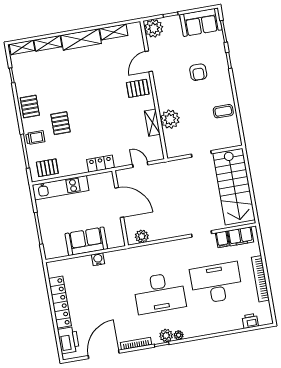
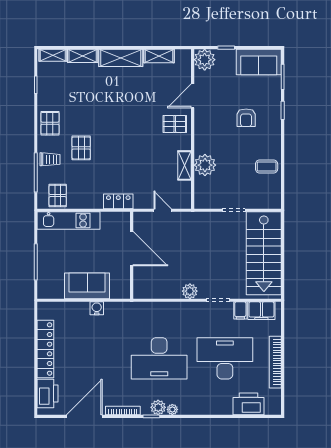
pallet: (47, 168) -> (58, 196), turned 90
plant: (142, 236) -> (190, 291), moved
printer: (250, 321) -> (248, 404), width x1.87, depth x1.48

